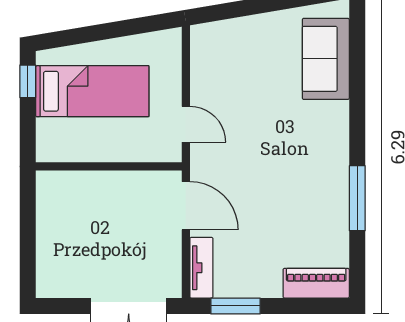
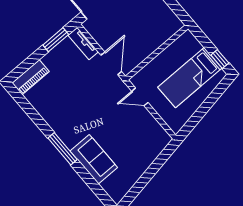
sofa: (326, 59) -> (94, 159), moved
window: (357, 198) -> (62, 149), moved
door: (186, 206) -> (111, 63), swing flipped

